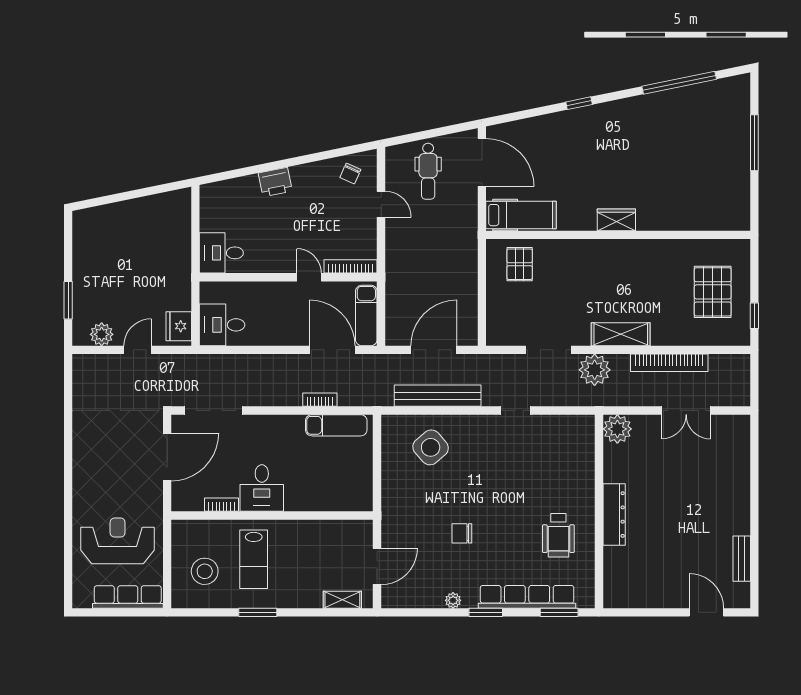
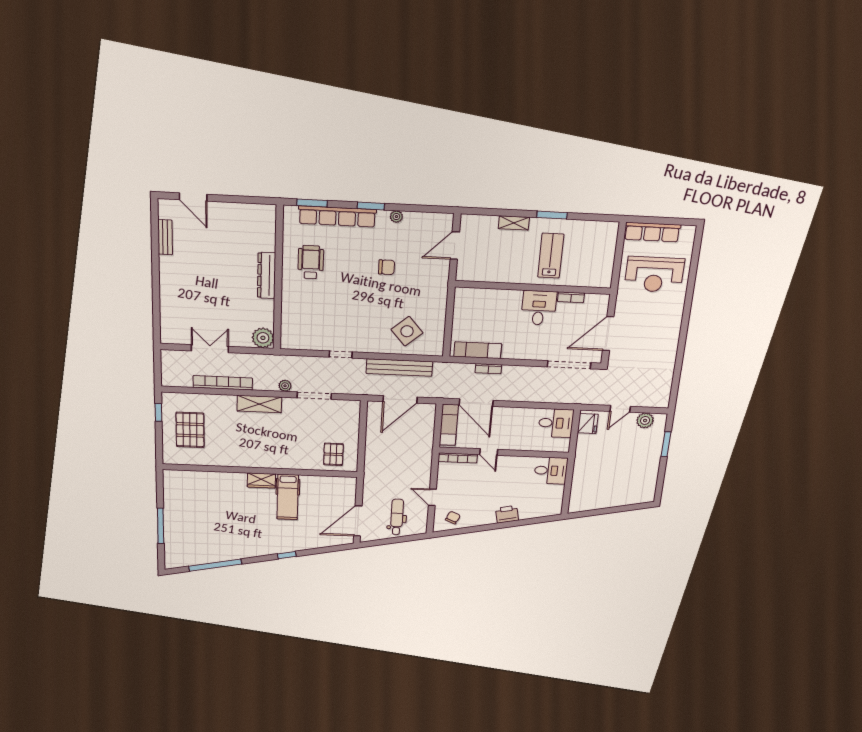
door: (482, 162) -> (358, 521), hinge flipped
hospital bed: (521, 215) -> (288, 497), moved, turned -90
plant: (595, 370) -> (285, 386), width x0.53, depth x0.53
stool: (205, 571) -> (590, 248), removed
shelving: (342, 600) -> (514, 223), moved

